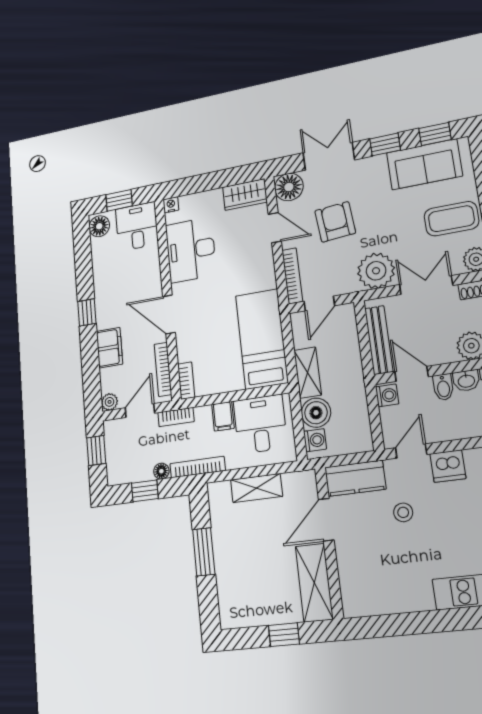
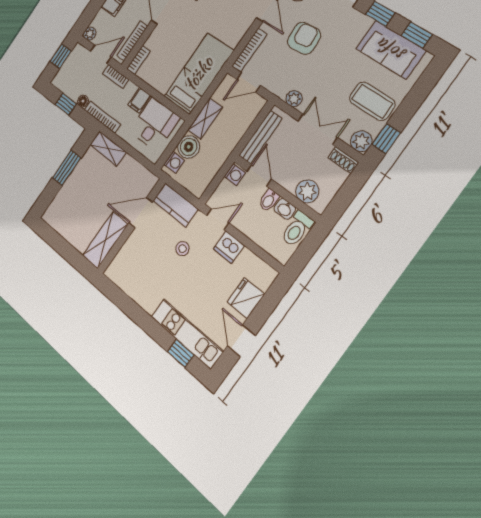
plant: (376, 271) -> (294, 99), width x0.53, depth x0.53
shelving: (256, 488) -> (108, 148), moved
window: (284, 635) -> (68, 252), removed

